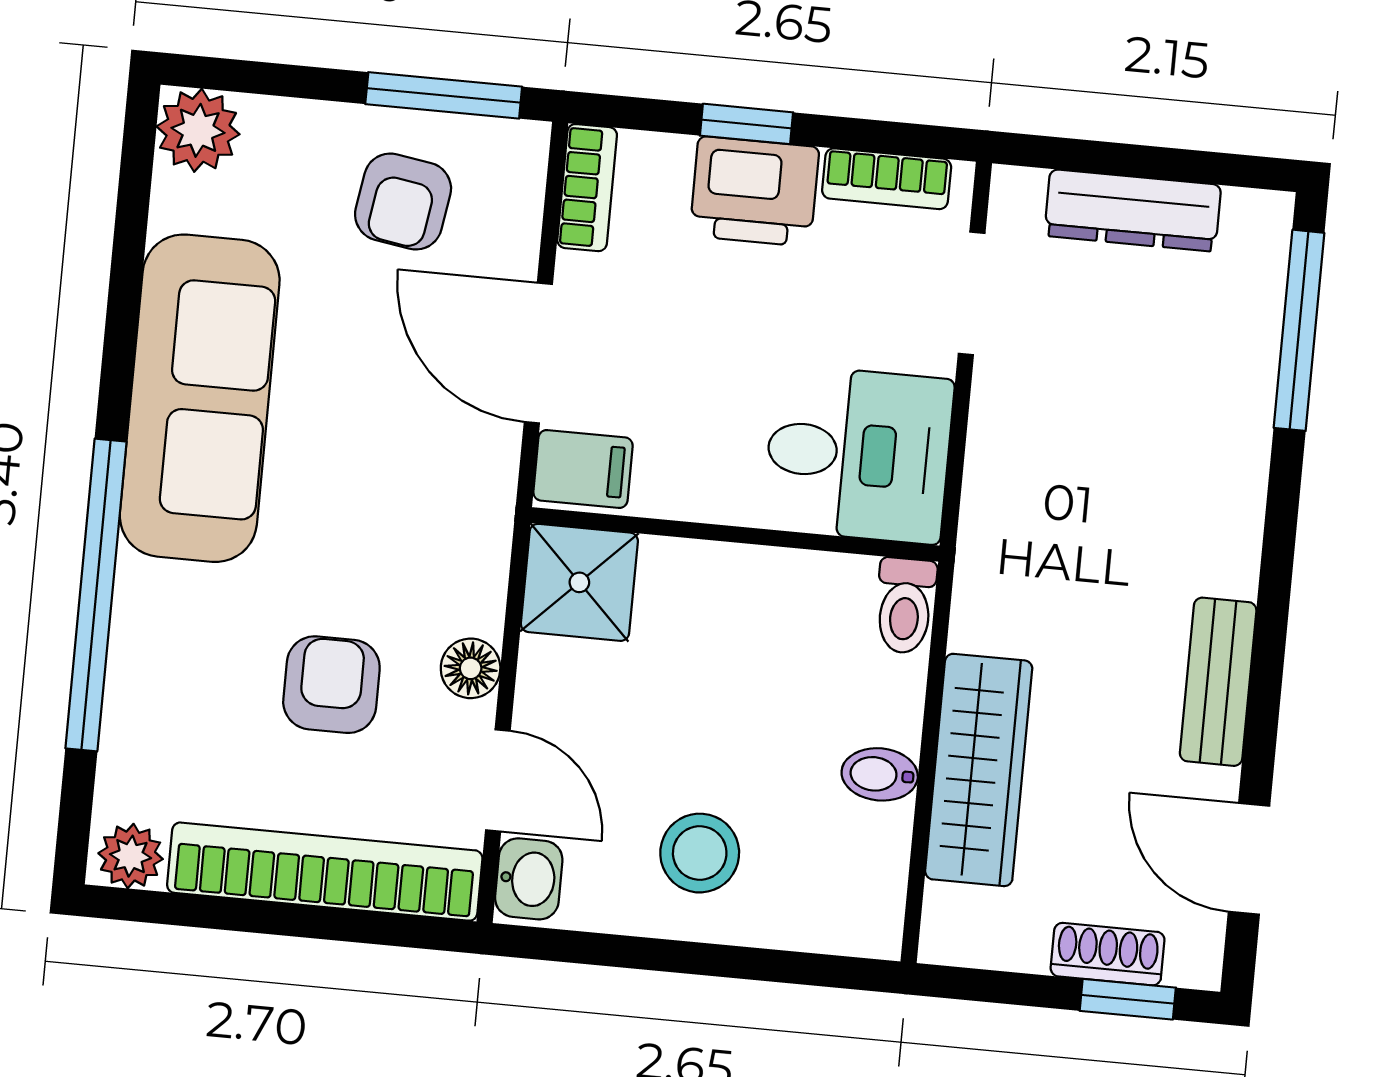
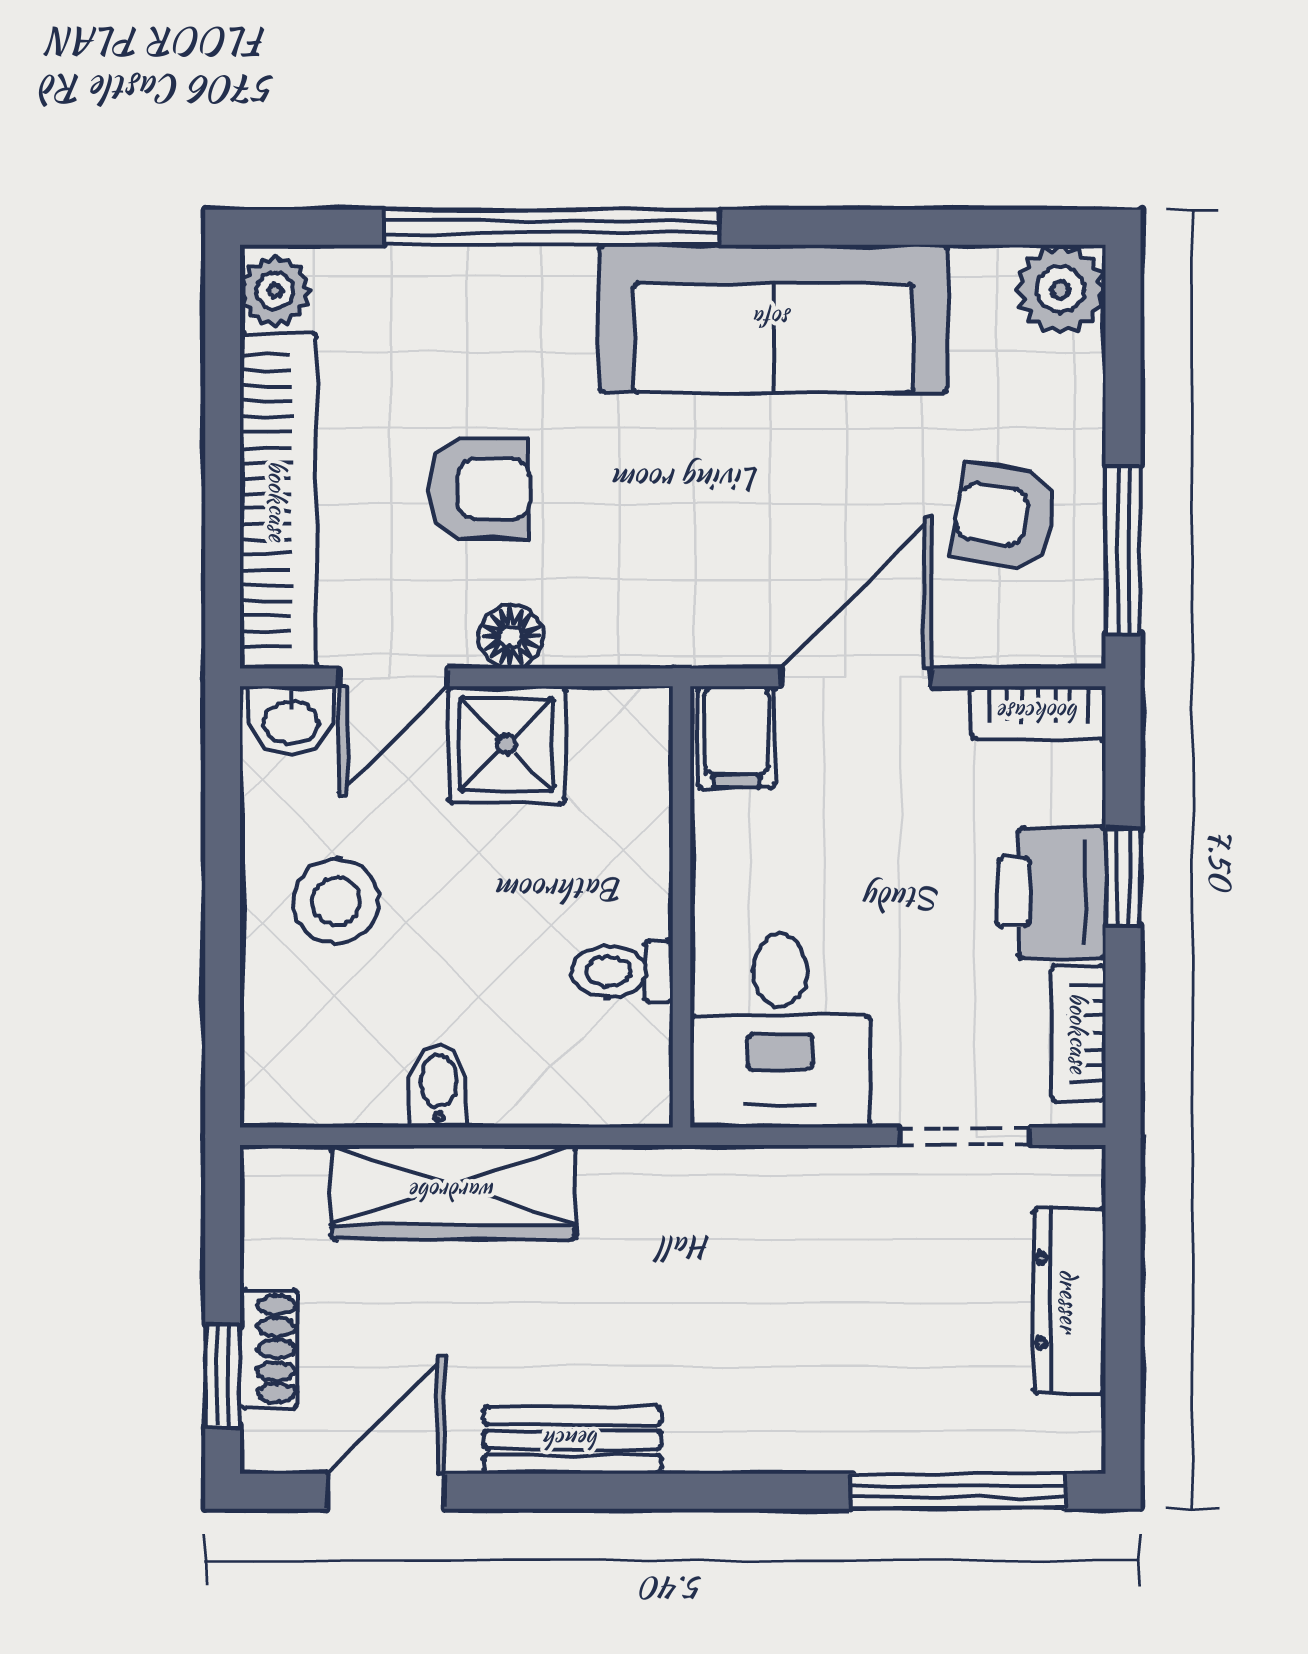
shower: (579, 582) -> (507, 745), moved
toilet: (905, 606) -> (622, 971), moved

